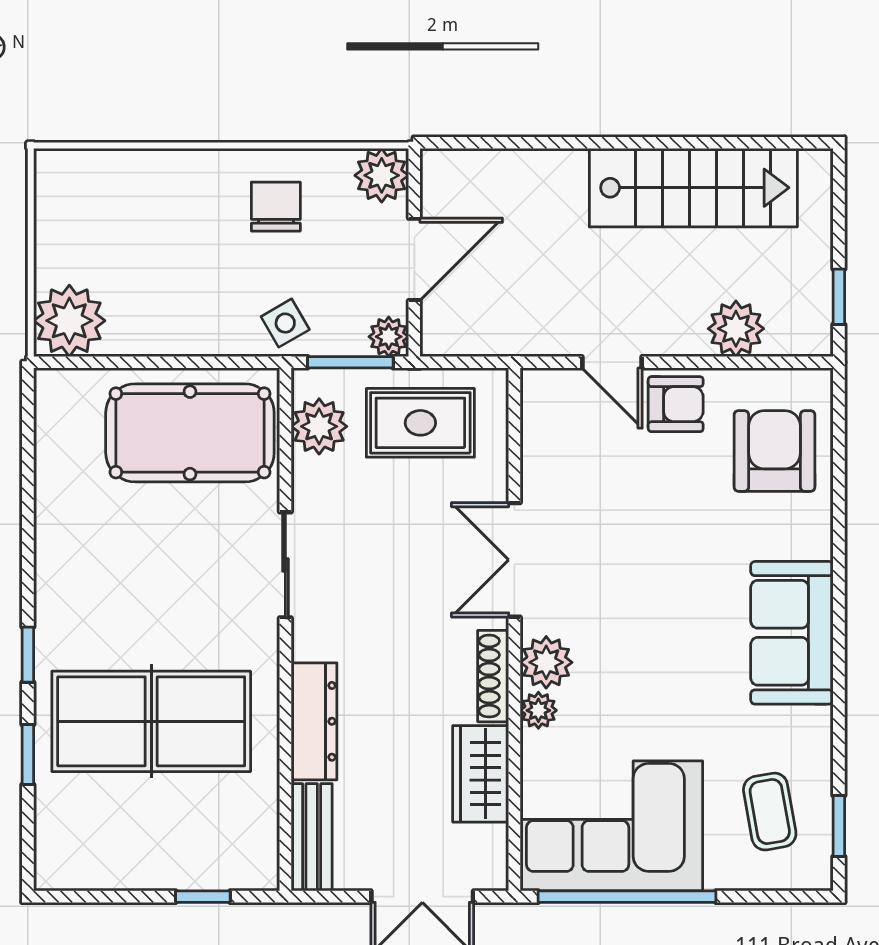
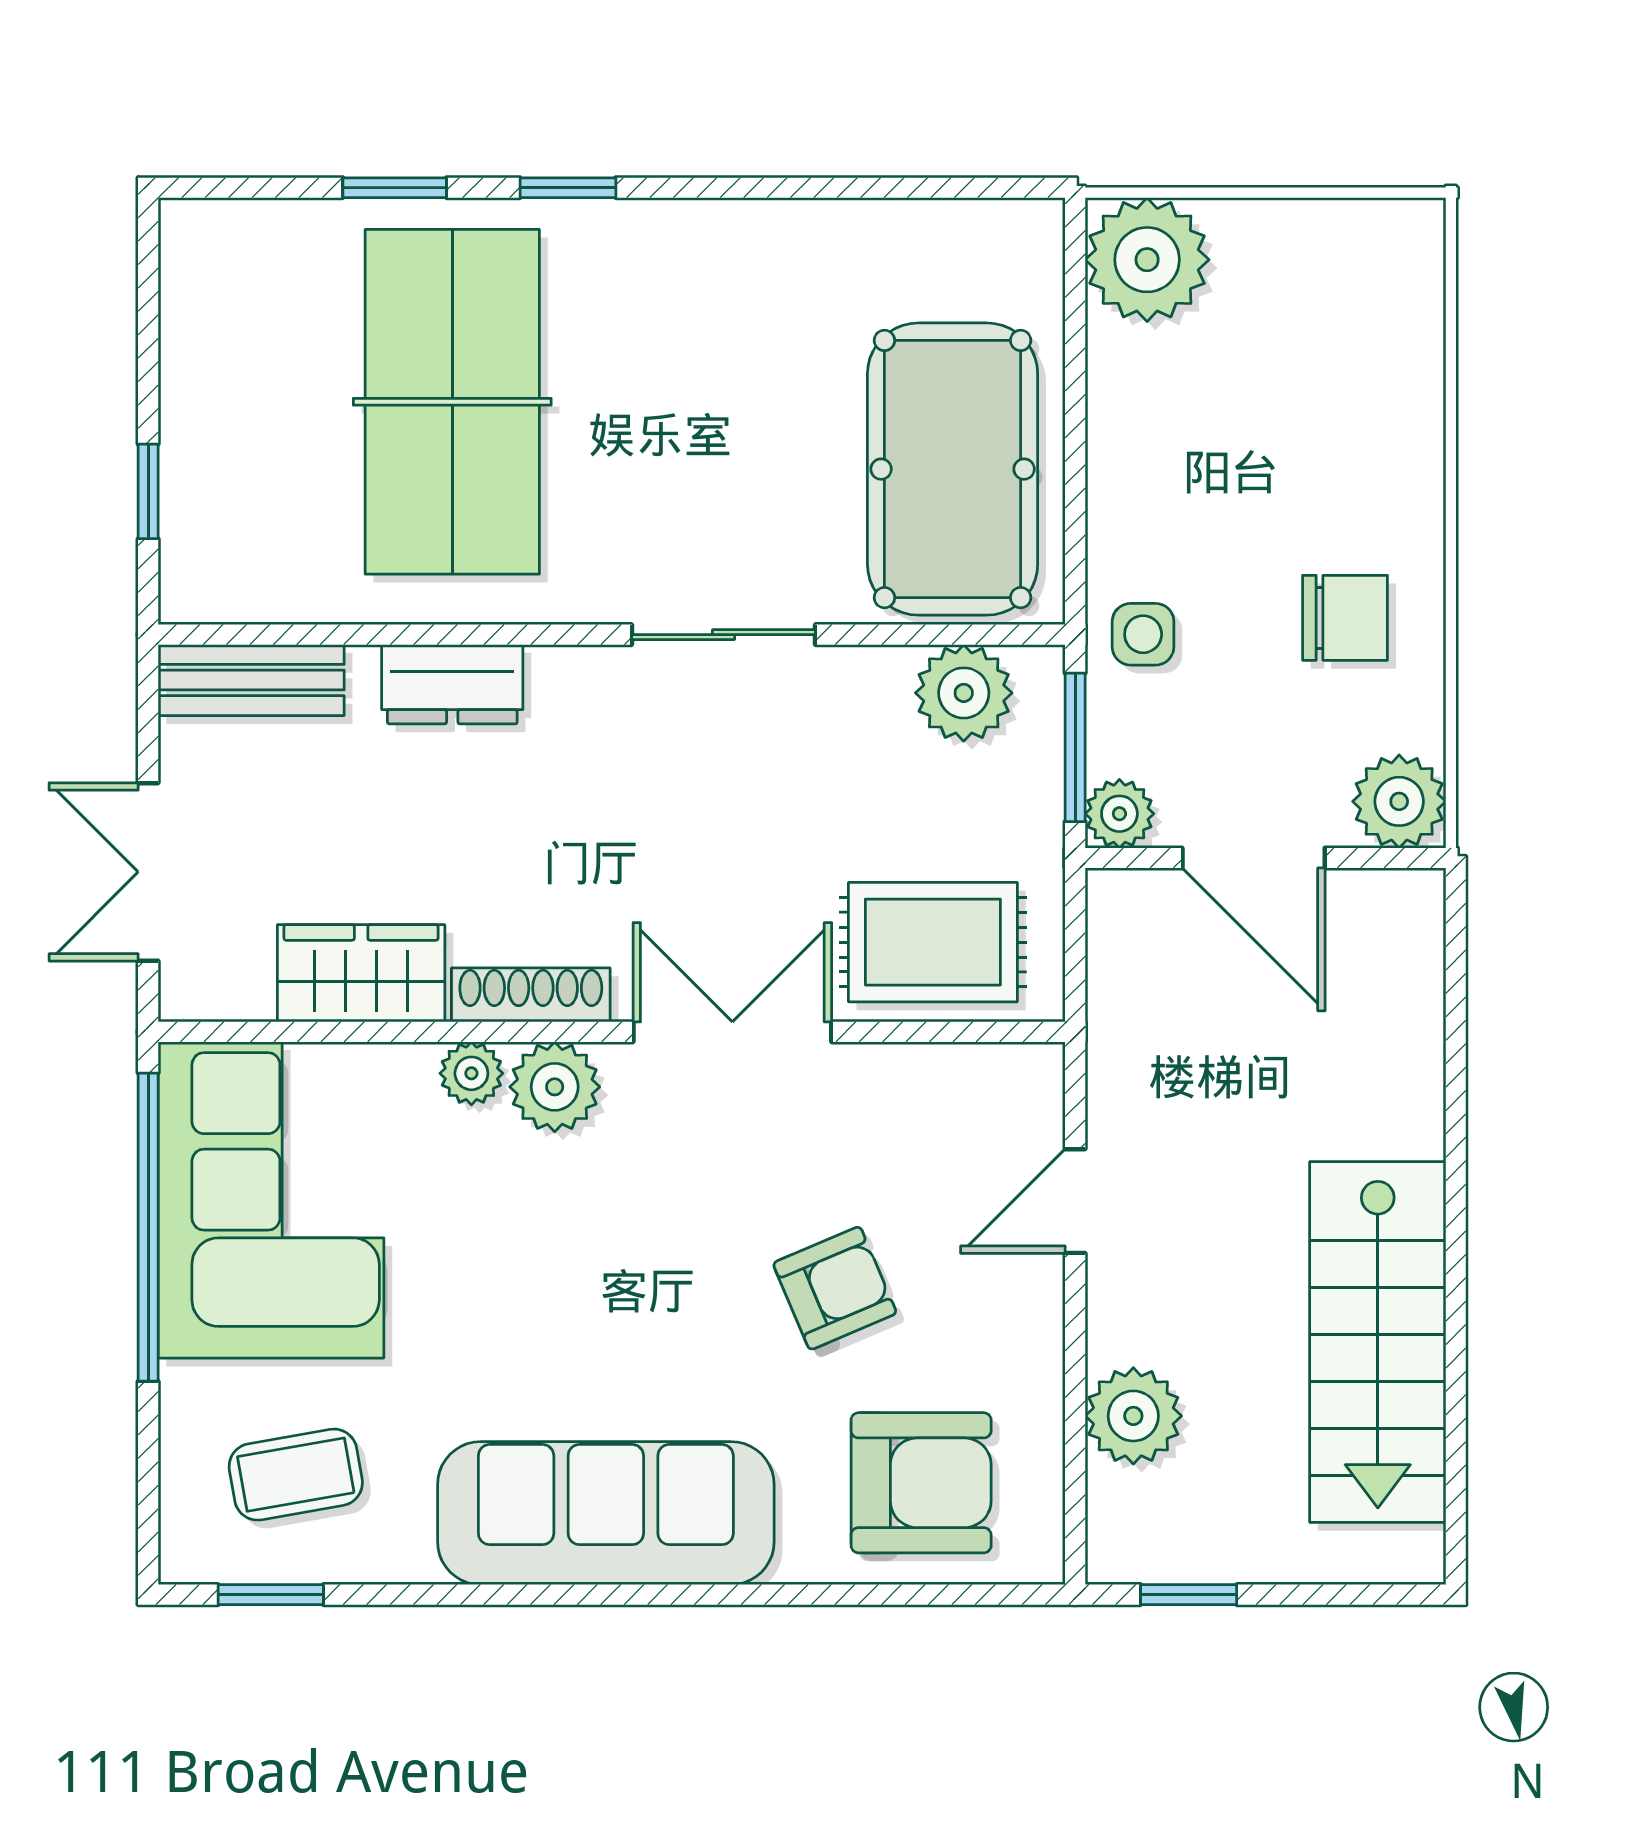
side table: (285, 323) -> (1143, 634), turned 30
armchair: (676, 404) -> (835, 1288), moved, turned -113
rug: (420, 423) -> (933, 942), moved, turned 90
sofa: (792, 633) -> (606, 1513), width x1.36
dresser: (314, 721) -> (452, 684), width x0.70

